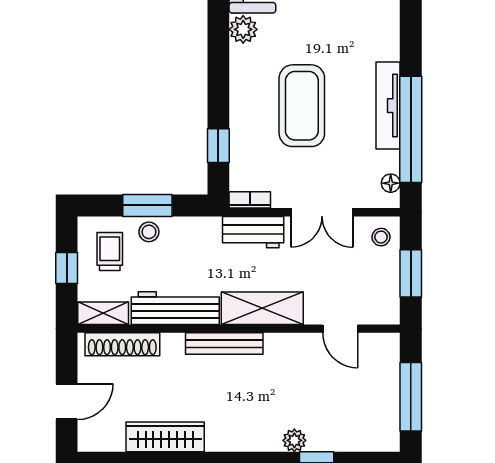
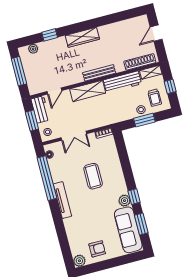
coffee table: (302, 106) -> (93, 176), width x0.73, depth x0.76
tv unit: (388, 106) -> (62, 200), moved
window: (218, 146) -> (134, 197), moved
double door: (322, 212) -> (74, 136), swing flipped
workbench: (253, 232) -> (40, 109), moved, turned 90
door: (340, 329) -> (54, 91), swing flipped
wardrobe: (165, 437) -> (82, 37), moved
plant: (294, 440) -> (33, 49), moved

